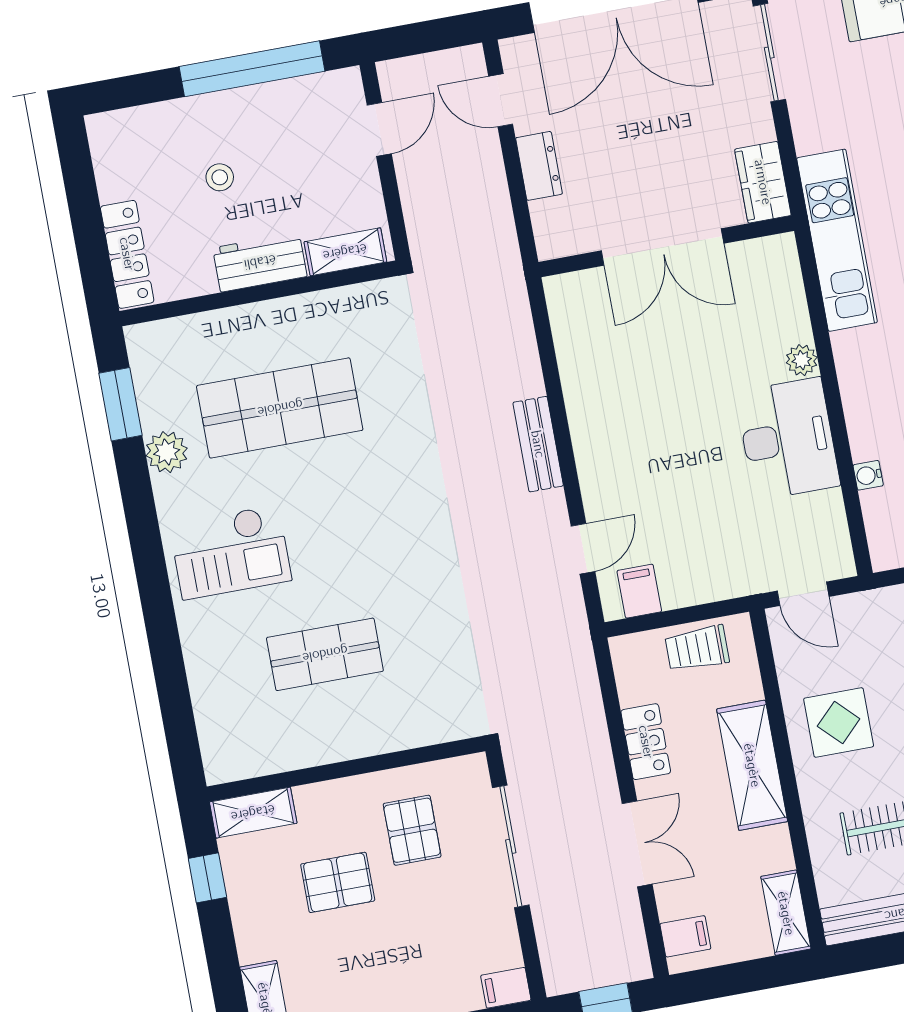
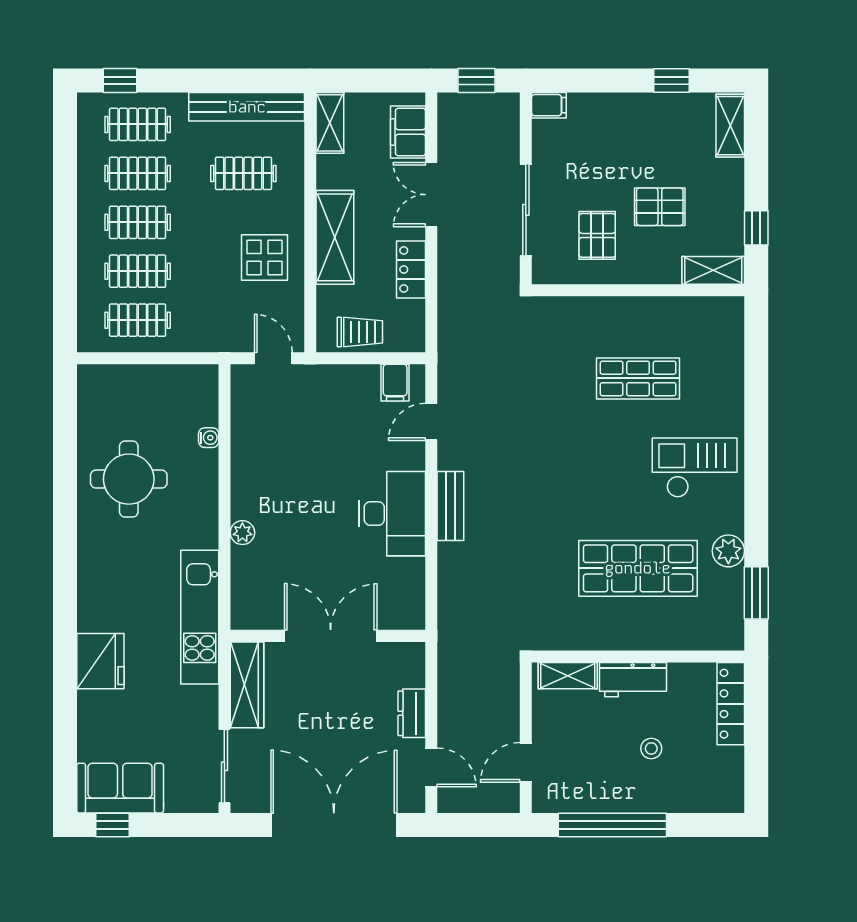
wardrobe: (763, 182) -> (247, 685), width x1.50
desk: (788, 439) -> (392, 514), moved, turned 180
filing cabinet: (685, 936) -> (408, 132), width x2.00

